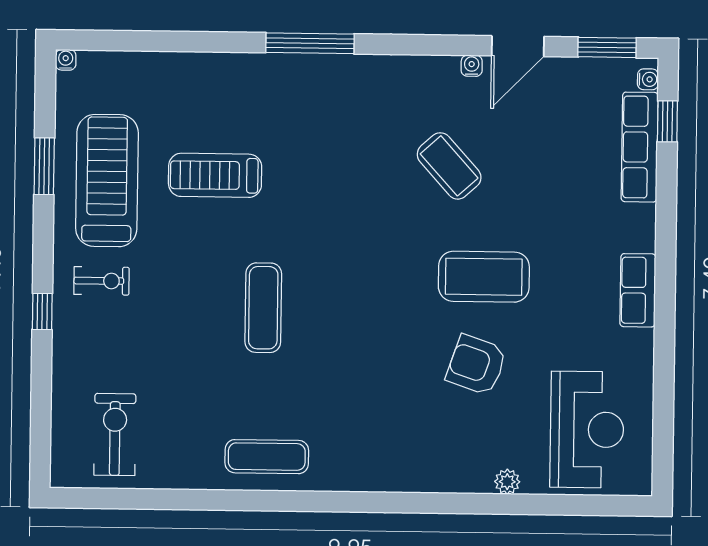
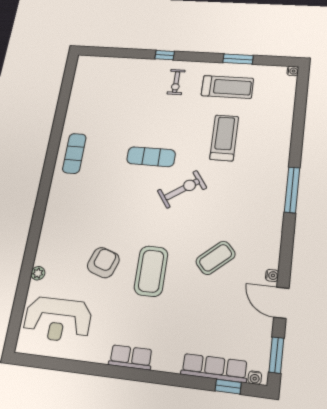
treadmill: (107, 181) -> (227, 87), width x0.73, depth x0.73
exercise bike: (115, 434) -> (182, 189), moved, turned -35

